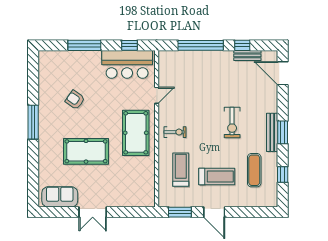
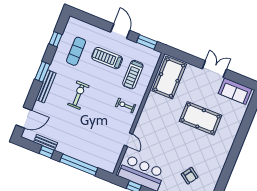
door: (283, 73) -> (24, 118), hinge flipped
door: (157, 95) -> (128, 140), swing flipped
armchair: (75, 100) -> (190, 176), moved
window: (33, 122) -> (232, 157), removed
bench: (272, 132) -> (46, 86), moved
pool table: (136, 133) -> (169, 78), moved

